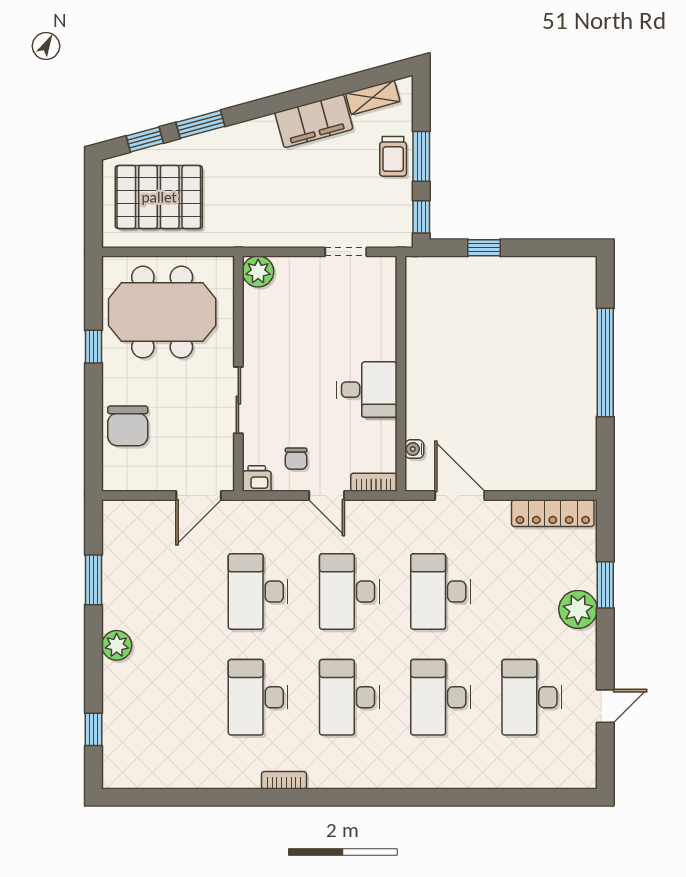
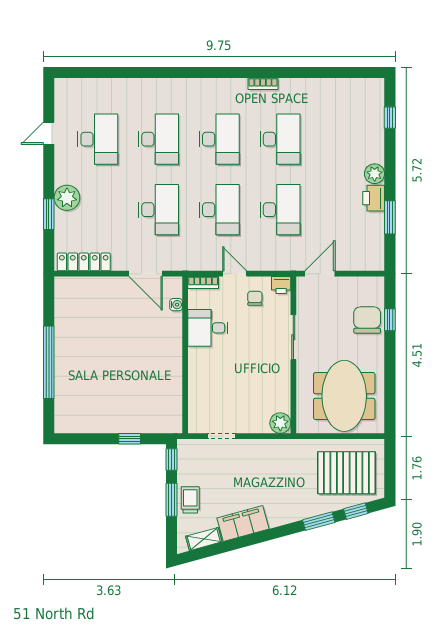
meeting table: (162, 312) -> (344, 396), turned 90
window: (94, 347) -> (390, 320), moved
desk: (367, 390) -> (208, 328), moved
printer: (118, 609) -> (374, 198), added

